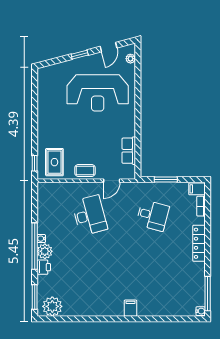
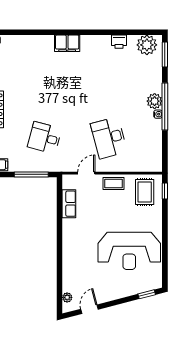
window: (80, 55) -> (147, 294), moved
reception desk: (98, 93) -> (129, 251), moved, turned 180
window: (166, 179) -> (31, 174), width x1.44
printer: (44, 267) -> (119, 42), moved, turned -90
filing cabinet: (130, 308) -> (67, 43), width x2.00

